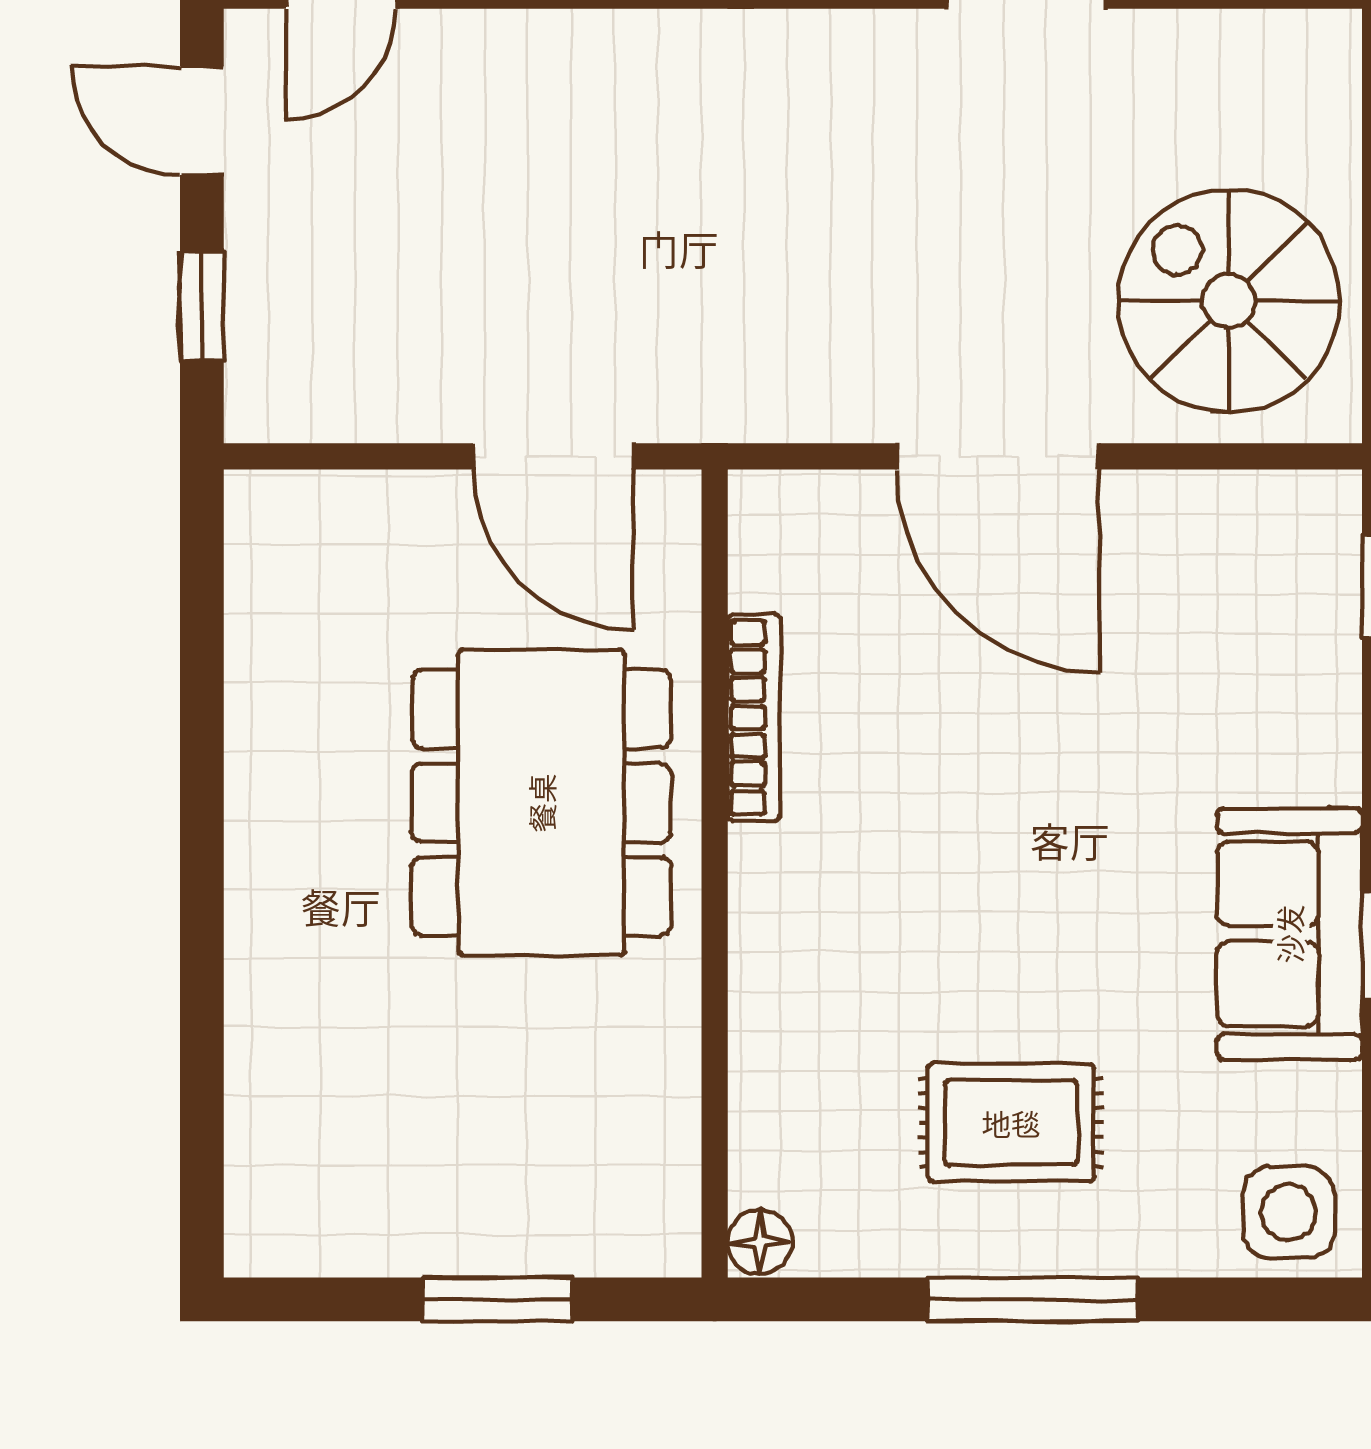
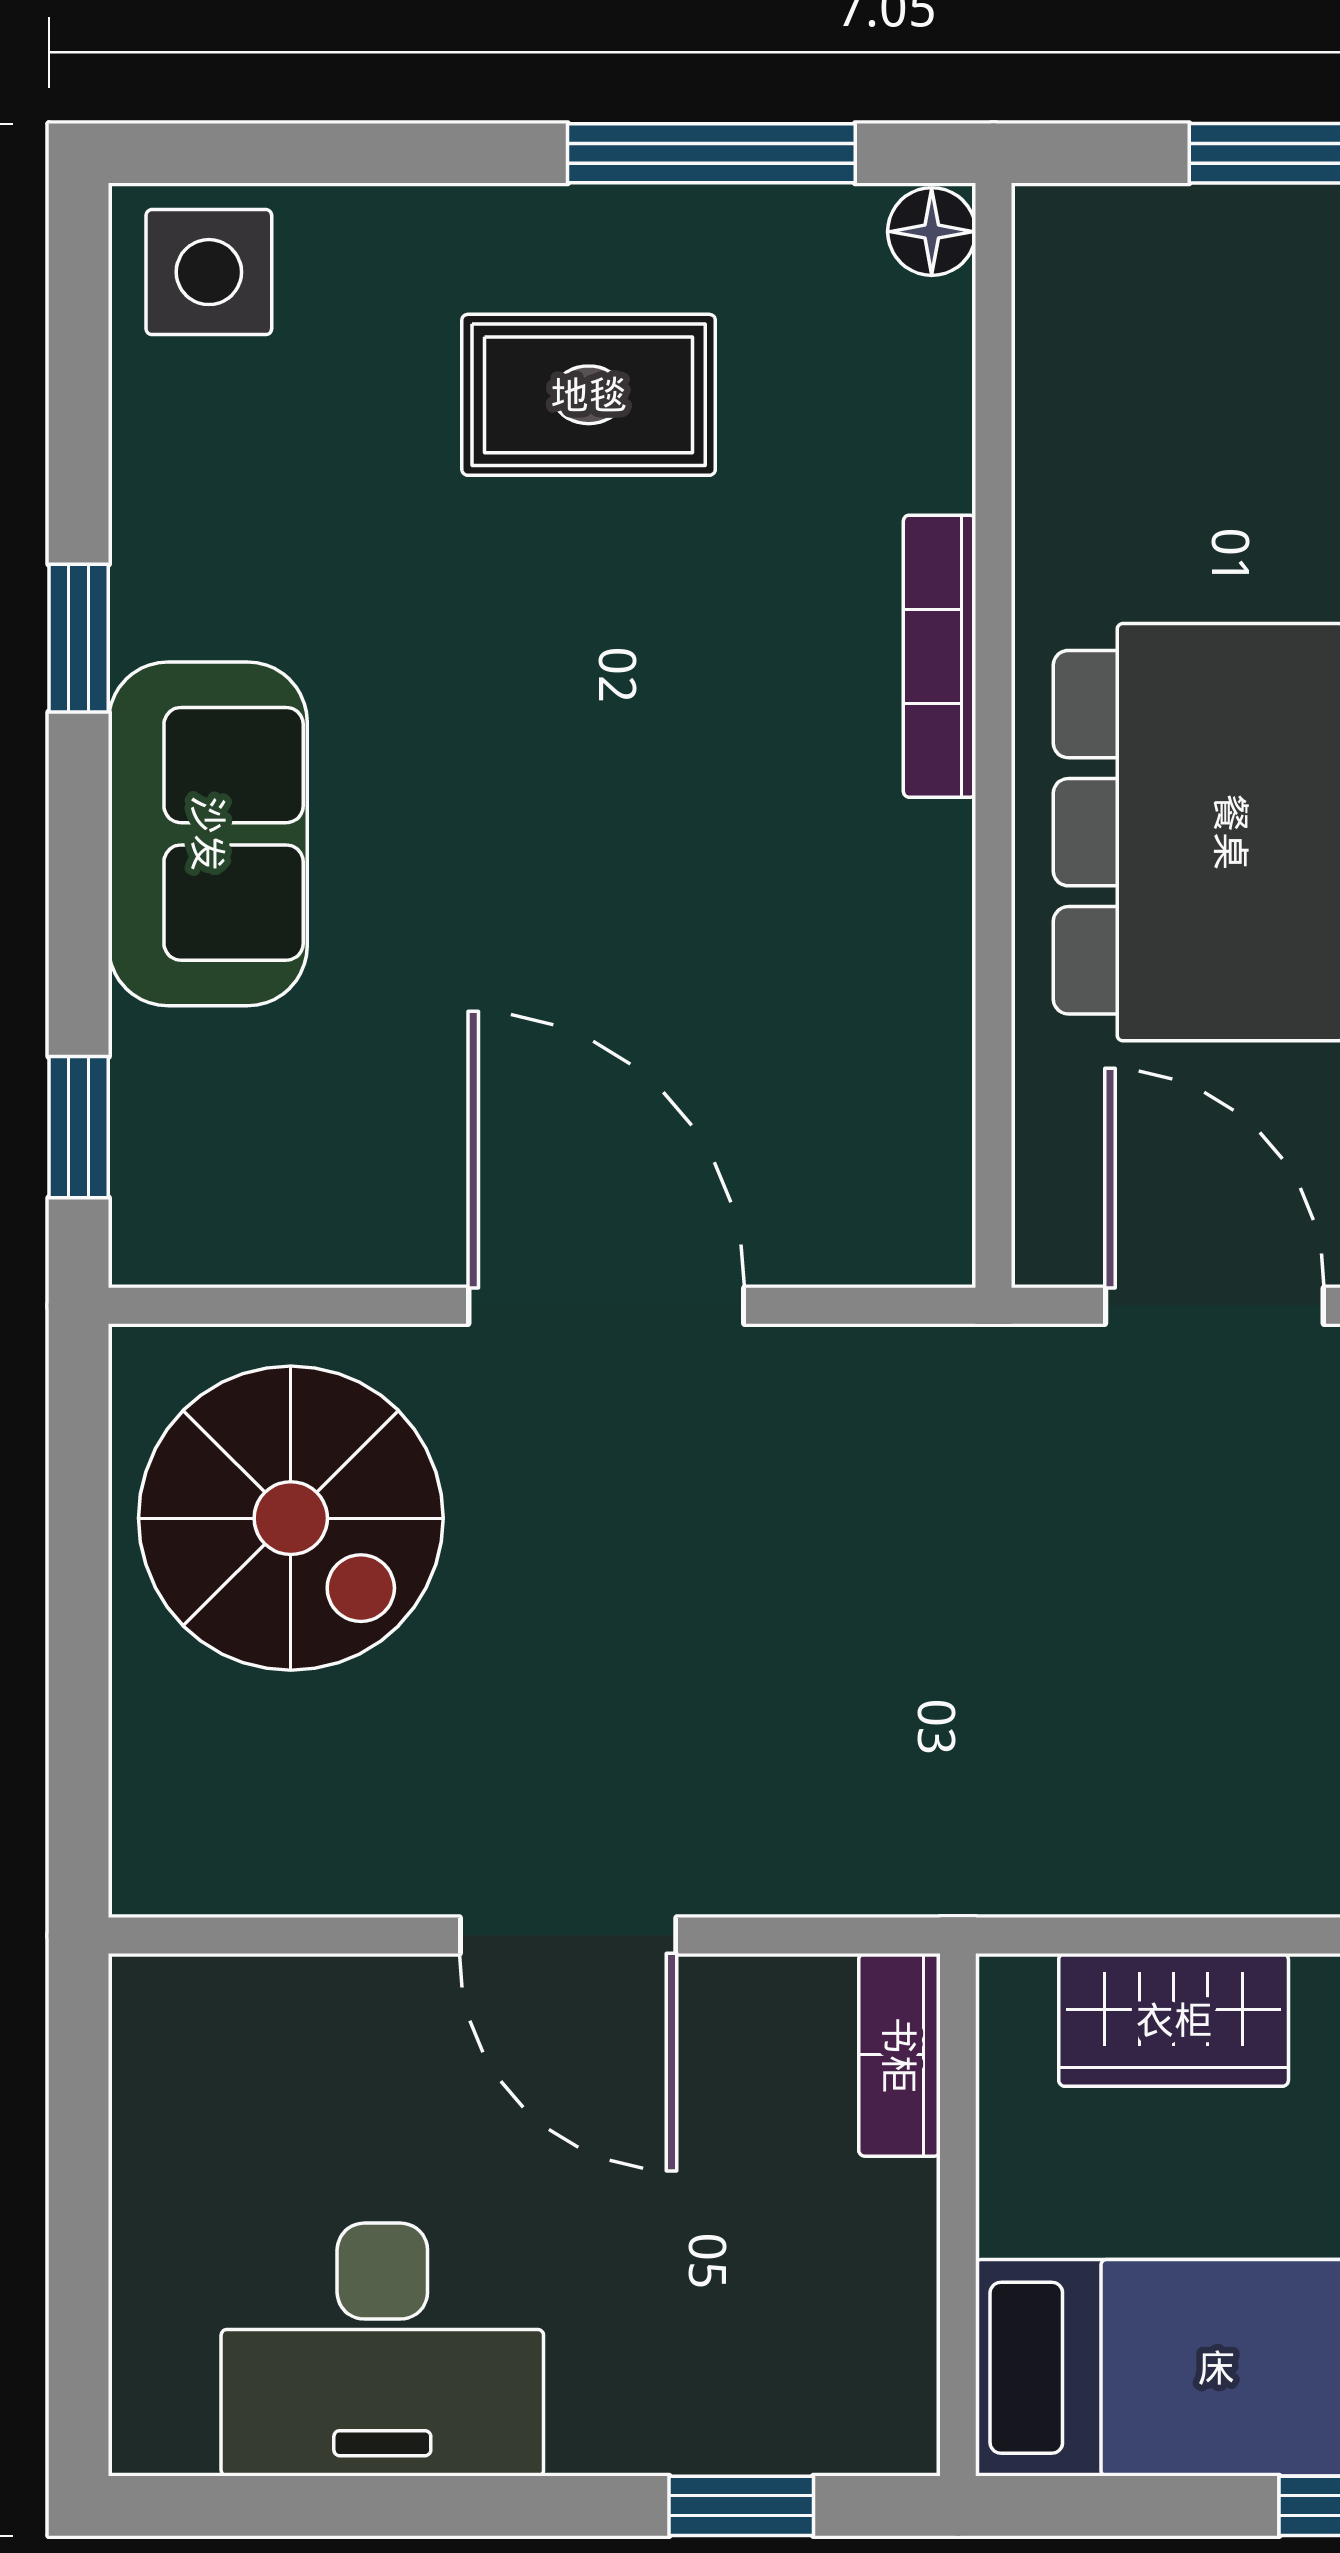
bookcase: (754, 718) -> (940, 656), moved
sofa: (1289, 934) -> (208, 834), moved
window: (1033, 1299) -> (711, 153), moved

